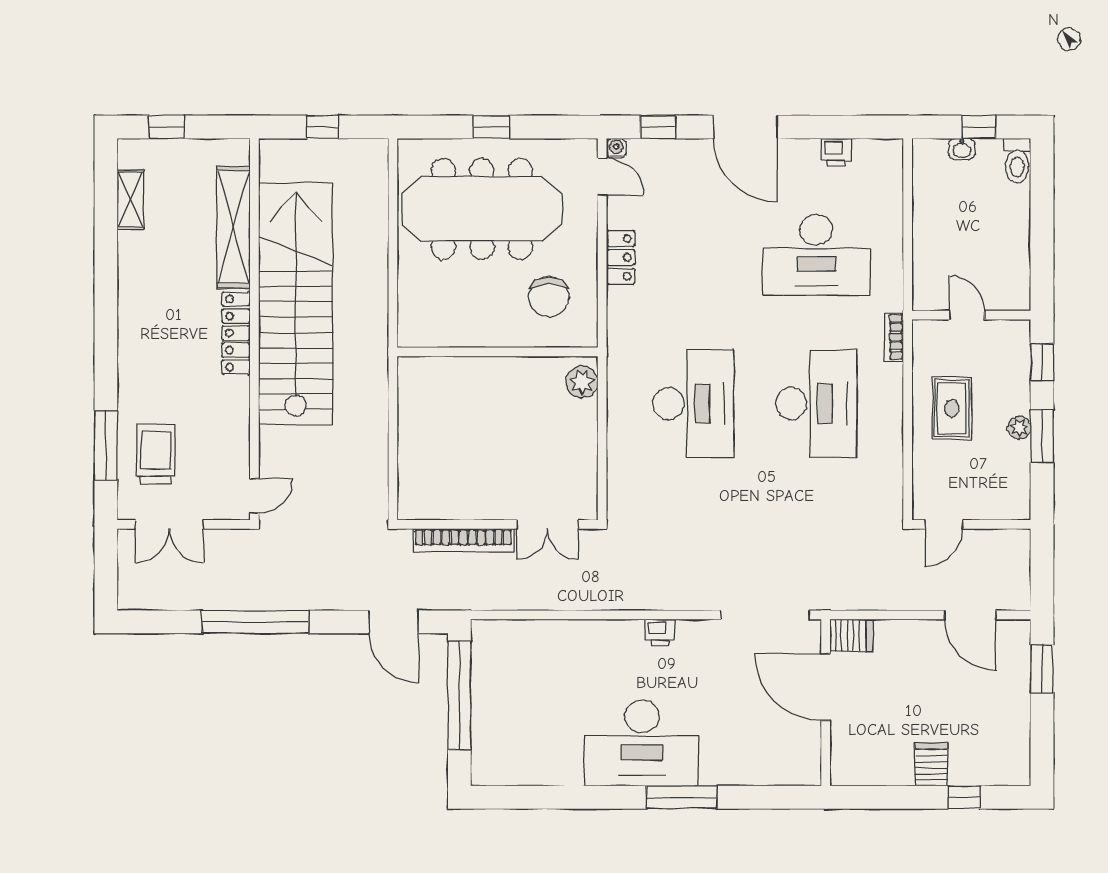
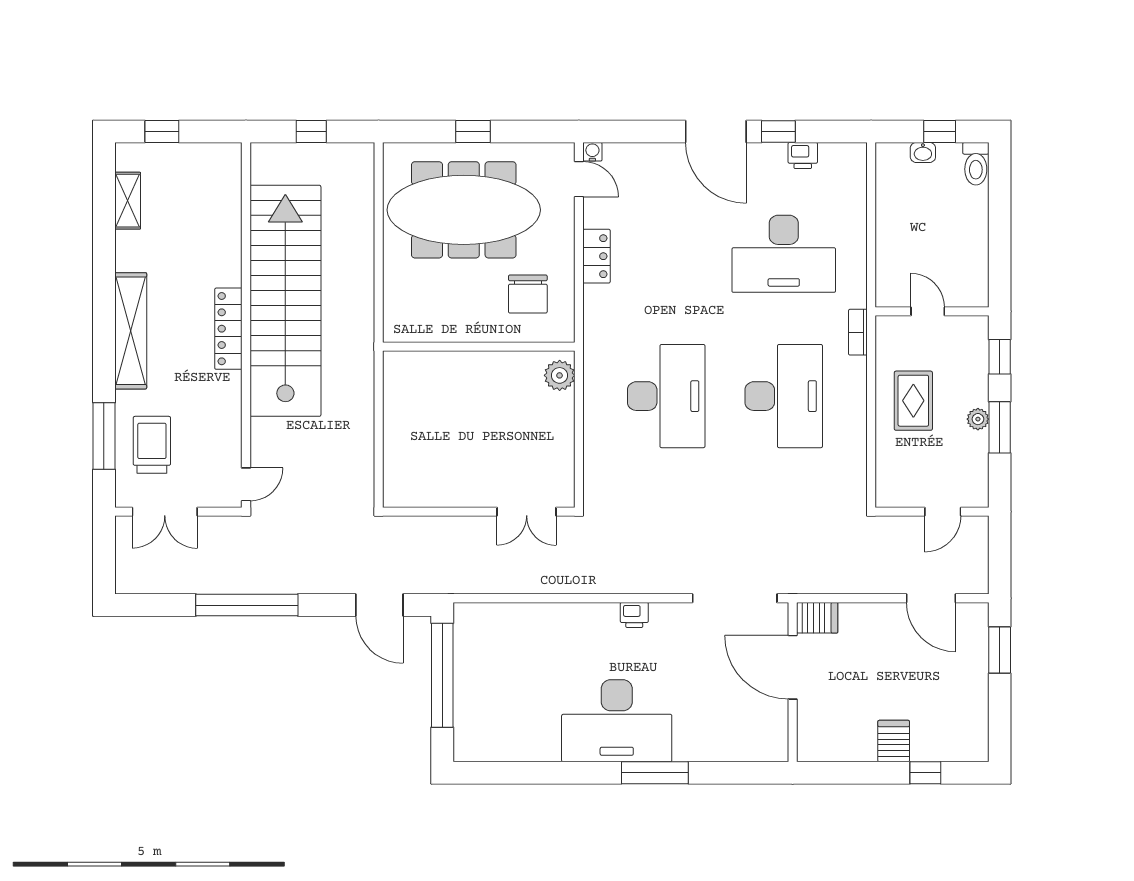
window: (658, 127) -> (778, 131), moved
shelving: (233, 227) -> (131, 331), moved
door: (944, 524) -> (943, 512), moved
bookcase: (463, 540) -> (446, 527), removed

